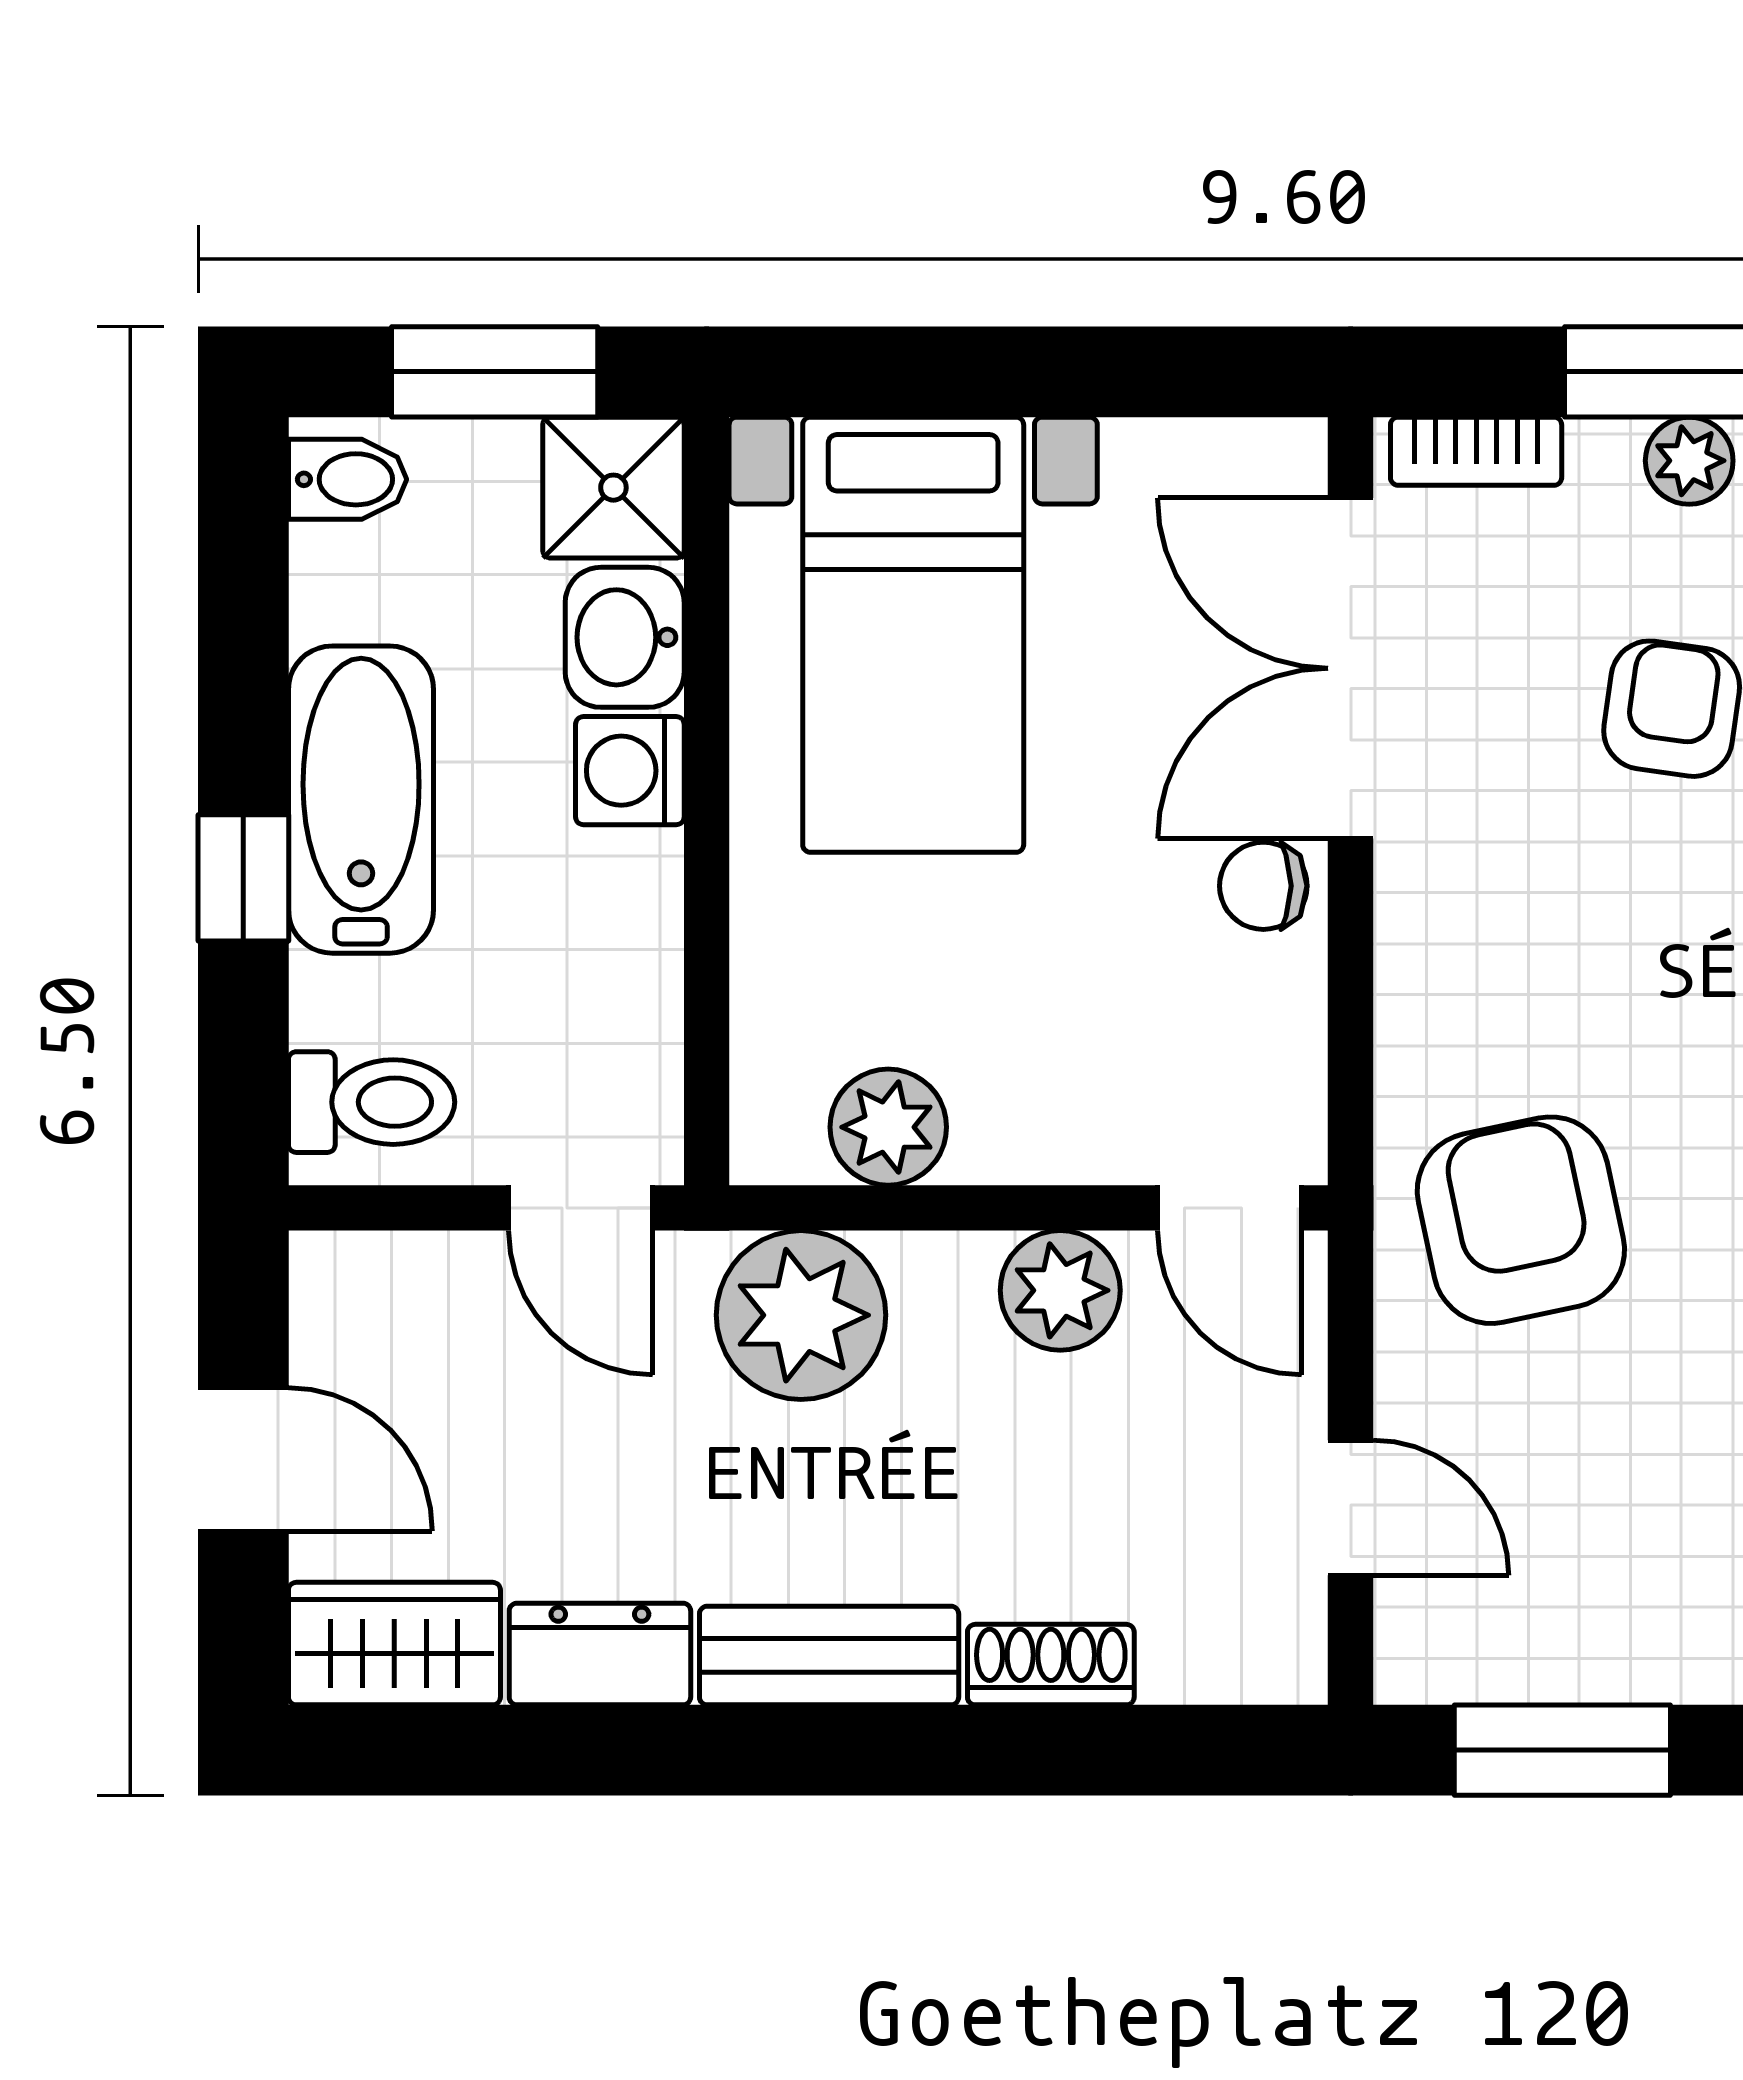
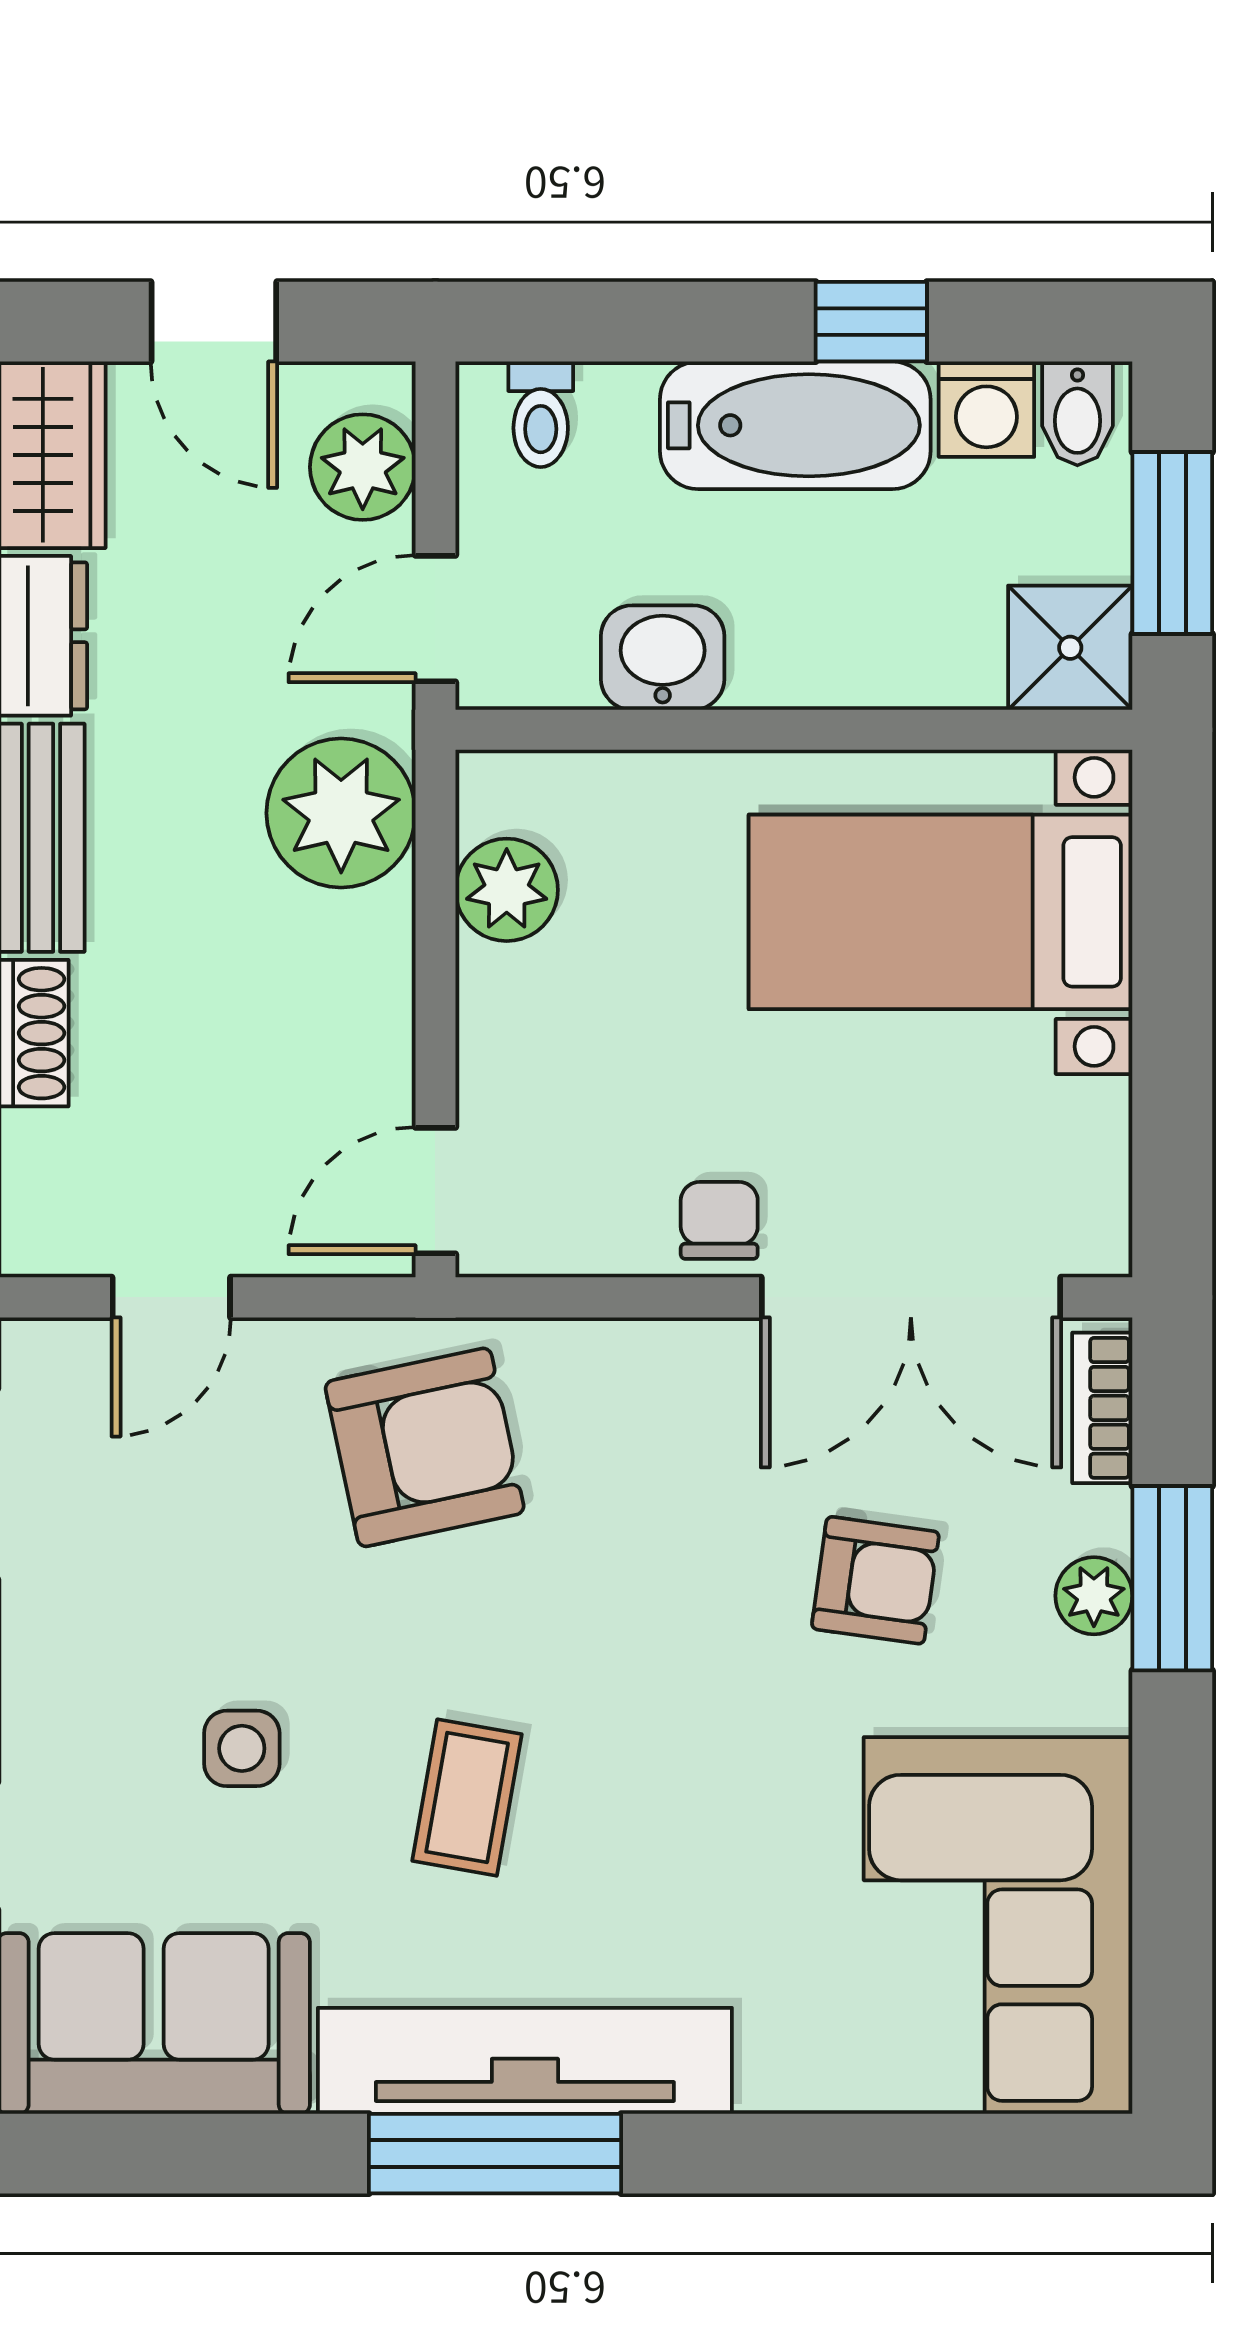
washbasin: (625, 637) -> (663, 658), moved
double door: (1351, 668) -> (911, 1297), swing flipped
washing machine: (630, 771) -> (986, 409), moved, turned 180
window: (243, 878) -> (871, 322), moved
toilet: (372, 1102) -> (541, 414), width x0.73, depth x0.72
plant: (1060, 1290) -> (363, 467), moved
door: (243, 1459) -> (214, 322), hinge flipped

